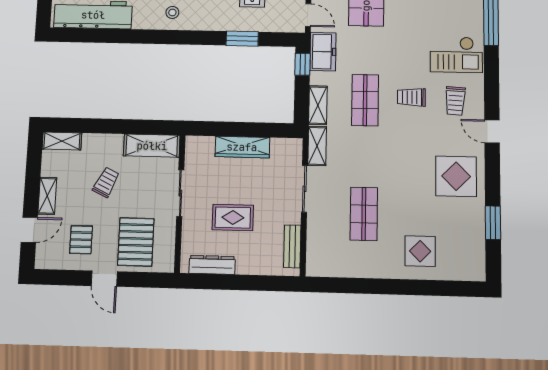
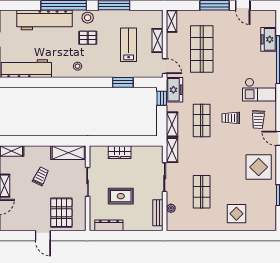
wardrobe: (242, 147) -> (120, 152), width x0.67
plant: (314, 239) -> (171, 208), added
pallet: (81, 240) -> (27, 212), removed

